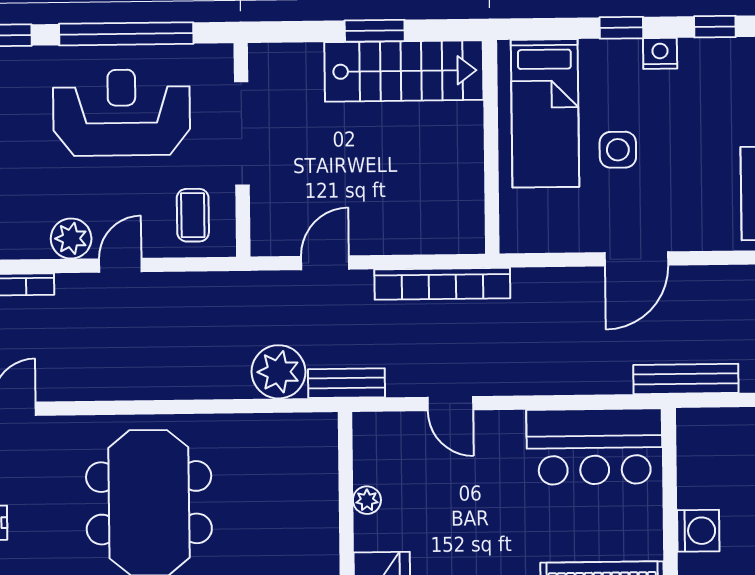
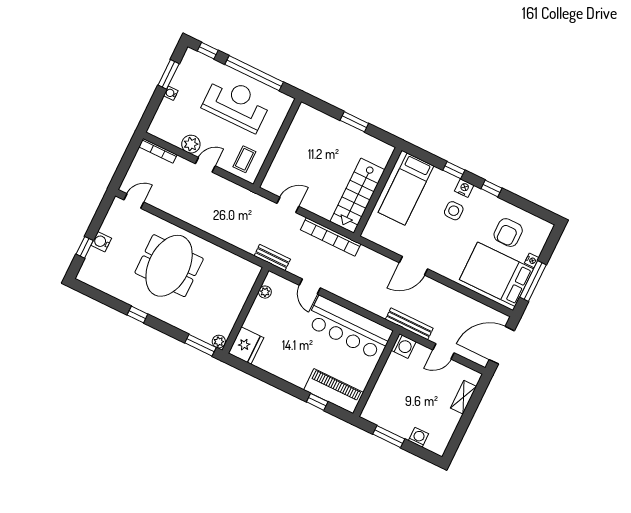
stairs: (404, 71) -> (357, 196), moved, turned 90
doorway: (242, 133) -> (280, 136), removed
side table: (618, 150) -> (454, 211), moved
plant: (278, 372) -> (247, 239), removed
bar counter: (594, 447) -> (349, 328), width x1.36
plant: (367, 500) -> (265, 292), moved
washing machine: (698, 531) -> (404, 346), moved

